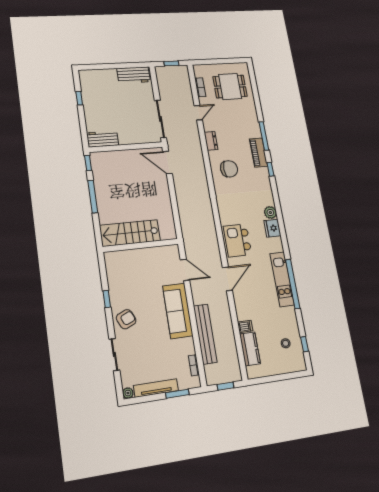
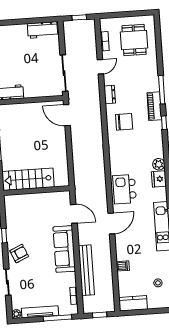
dining table: (230, 87) -> (134, 40), turned 90
kitchen counter: (250, 349) -> (133, 303), moved, turned -90
window: (177, 394) -> (58, 318), width x1.44

